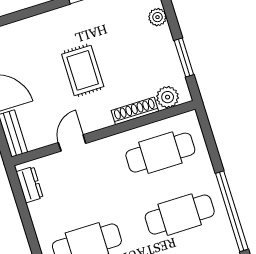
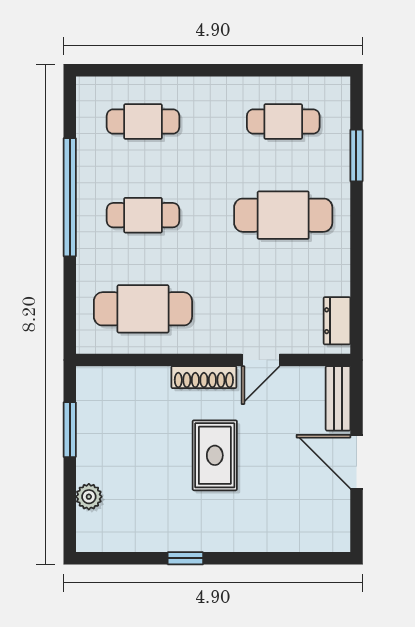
plant: (168, 97) -> (109, 382), removed
shoe rack: (135, 111) -> (204, 377), moved
cafe table: (180, 215) -> (143, 215), width x0.73, depth x0.74

